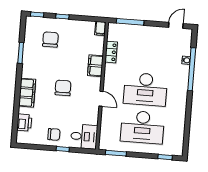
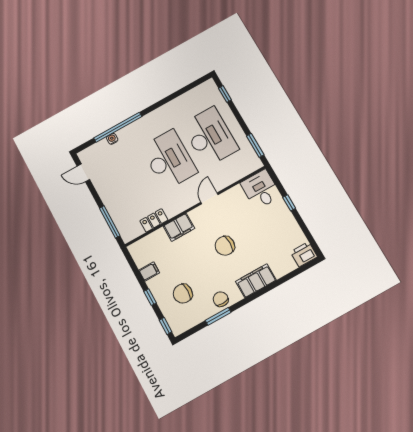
filing cabinet: (100, 28) -> (149, 271), moved
printer: (24, 123) -> (304, 254), moved
chair: (54, 134) -> (221, 299), moved

